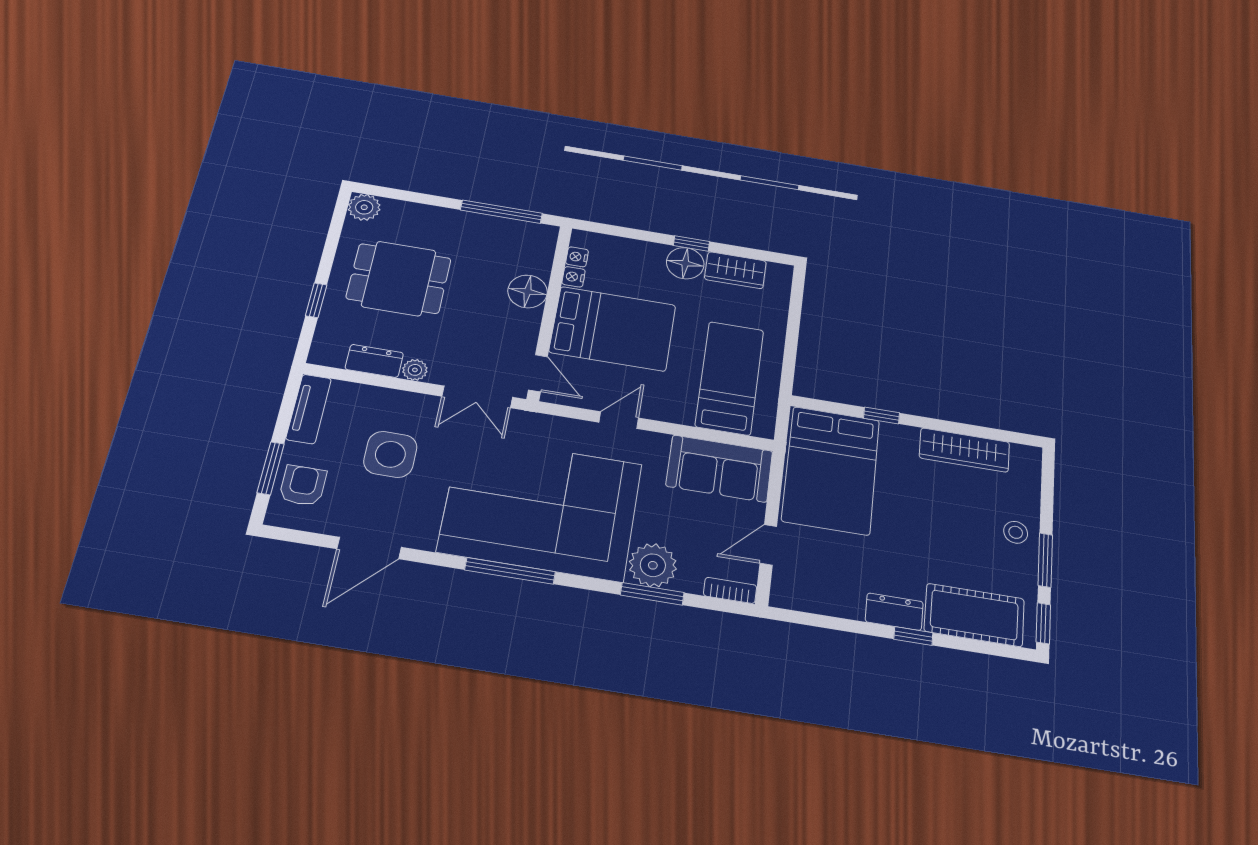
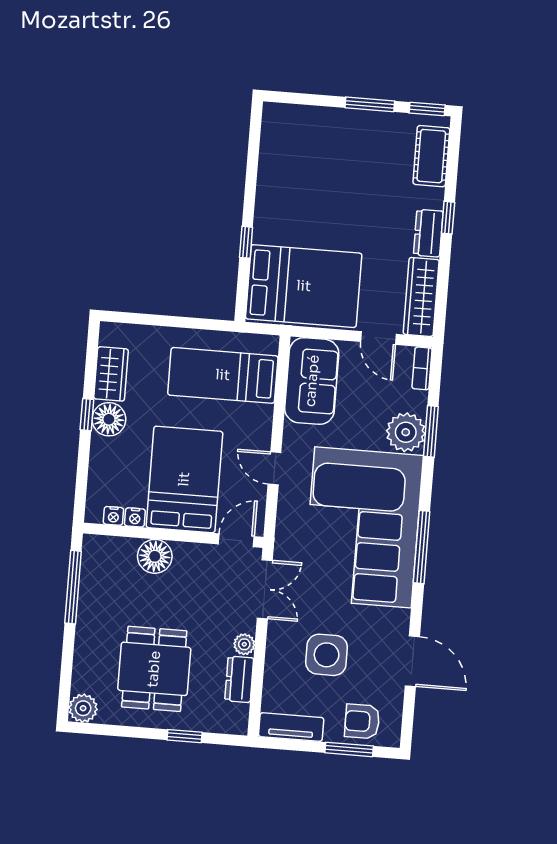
wardrobe: (964, 450) -> (421, 297), moved, turned 180
stool: (1016, 532) -> (347, 129), removed
cot: (974, 615) -> (431, 156), width x0.73, depth x0.75

